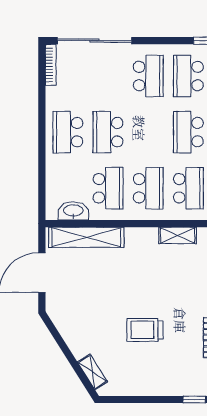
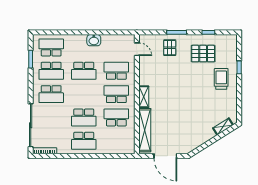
school desk: (148, 76) -> (51, 94), turned 180
washbasin: (73, 211) -> (129, 138), removed
shelving: (178, 235) -> (144, 97), moved
trolley: (145, 330) -> (221, 79), moved, turned 180

